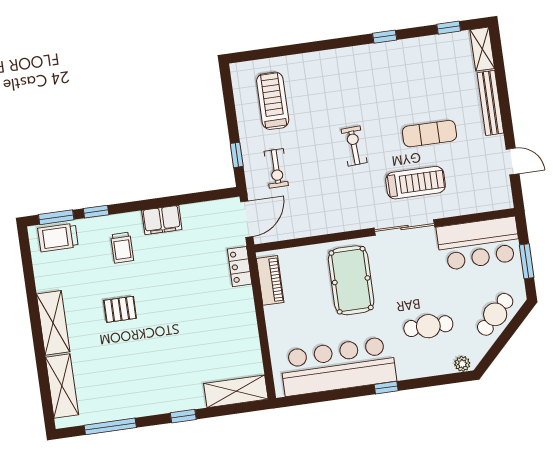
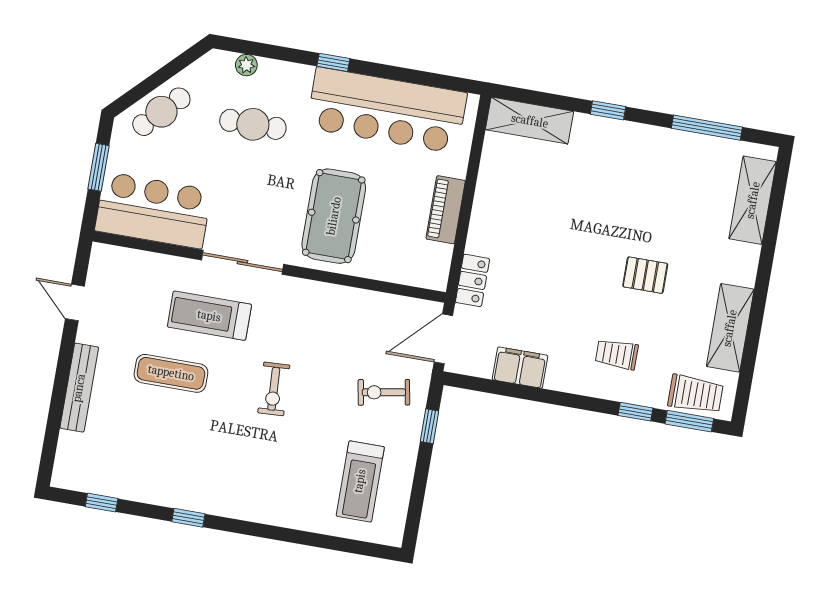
shelving: (482, 49) -> (67, 461), removed
exercise bike: (276, 168) -> (384, 392), turned -100
filing cabinet: (162, 220) -> (520, 368), moved
trolley: (122, 248) -> (617, 354), turned -90
piano: (270, 280) -> (446, 210), moved
shelving: (53, 323) -> (730, 328), moved
plant: (462, 364) -> (246, 65), moved

